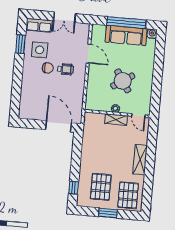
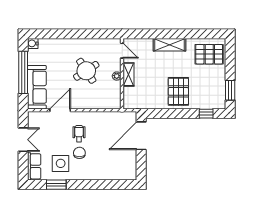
sofa: (126, 35) -> (37, 87), moved
door: (138, 115) -> (122, 51), hinge flipped
pallet: (101, 187) -> (178, 91), moved, turned 90
window: (108, 213) -> (230, 90), moved

